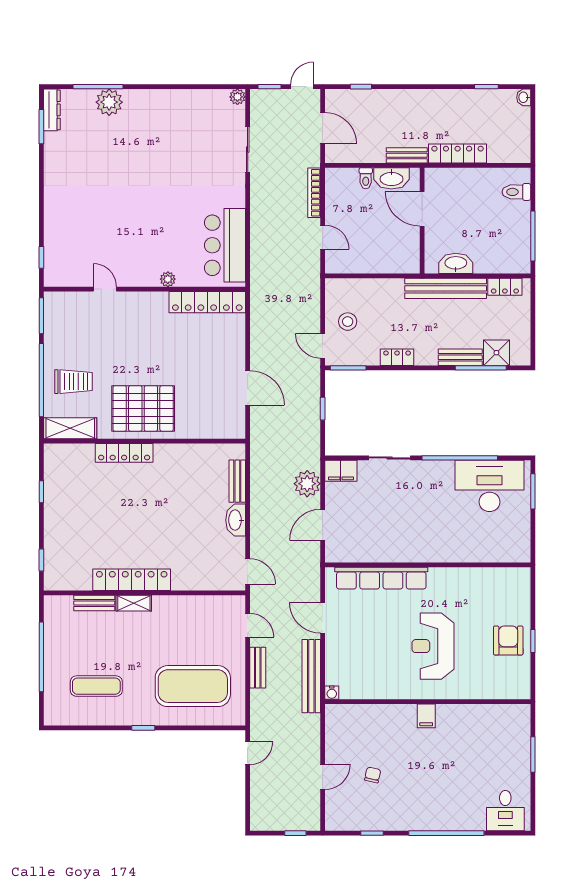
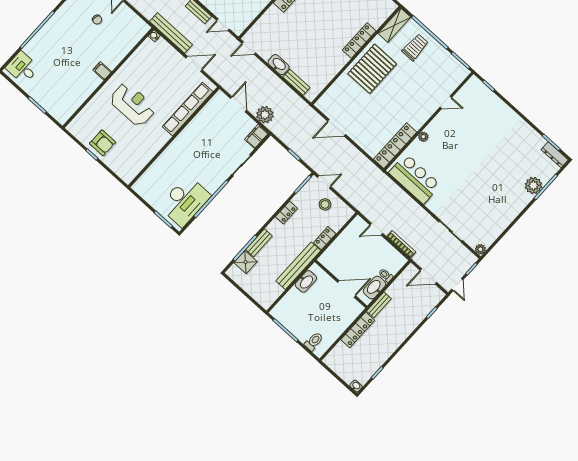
locker: (505, 287) -> (325, 238), moved
trolley: (74, 382) -> (415, 47), turned 180

